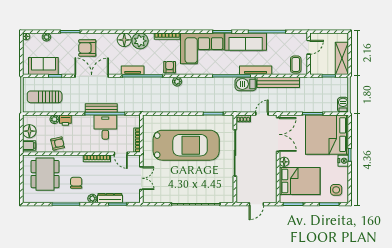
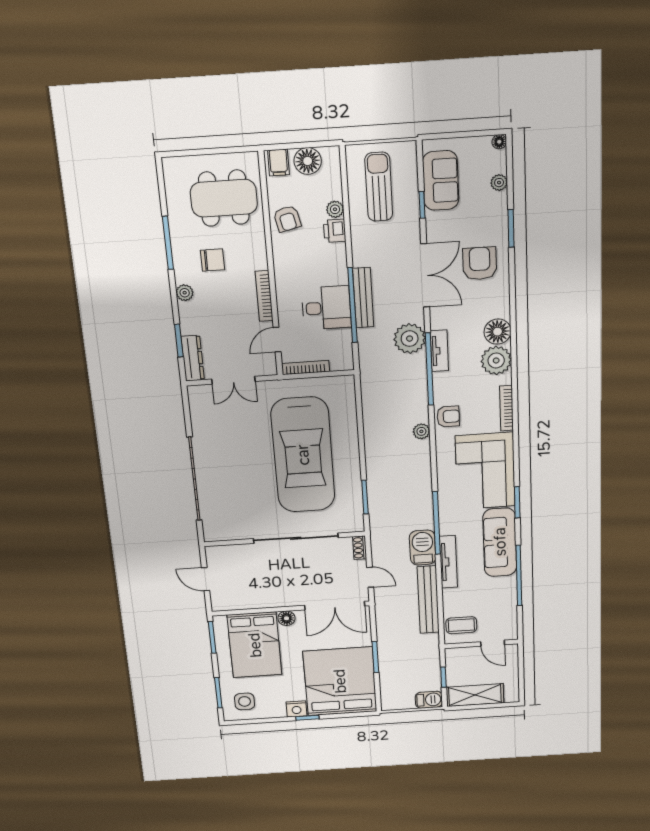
plant: (125, 85) -> (410, 339), added
barbecue: (343, 105) -> (429, 700), moved
dresser: (110, 198) -> (193, 358), moved

